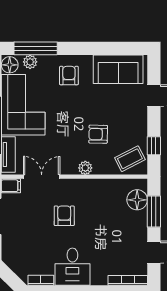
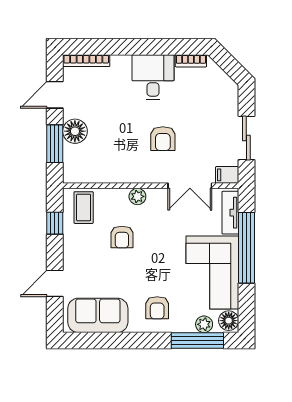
armchair: (98, 134) -> (122, 237), turned 89
coffee table: (130, 159) -> (84, 208), turned -63
floor lamp: (137, 200) -> (75, 131), moved

